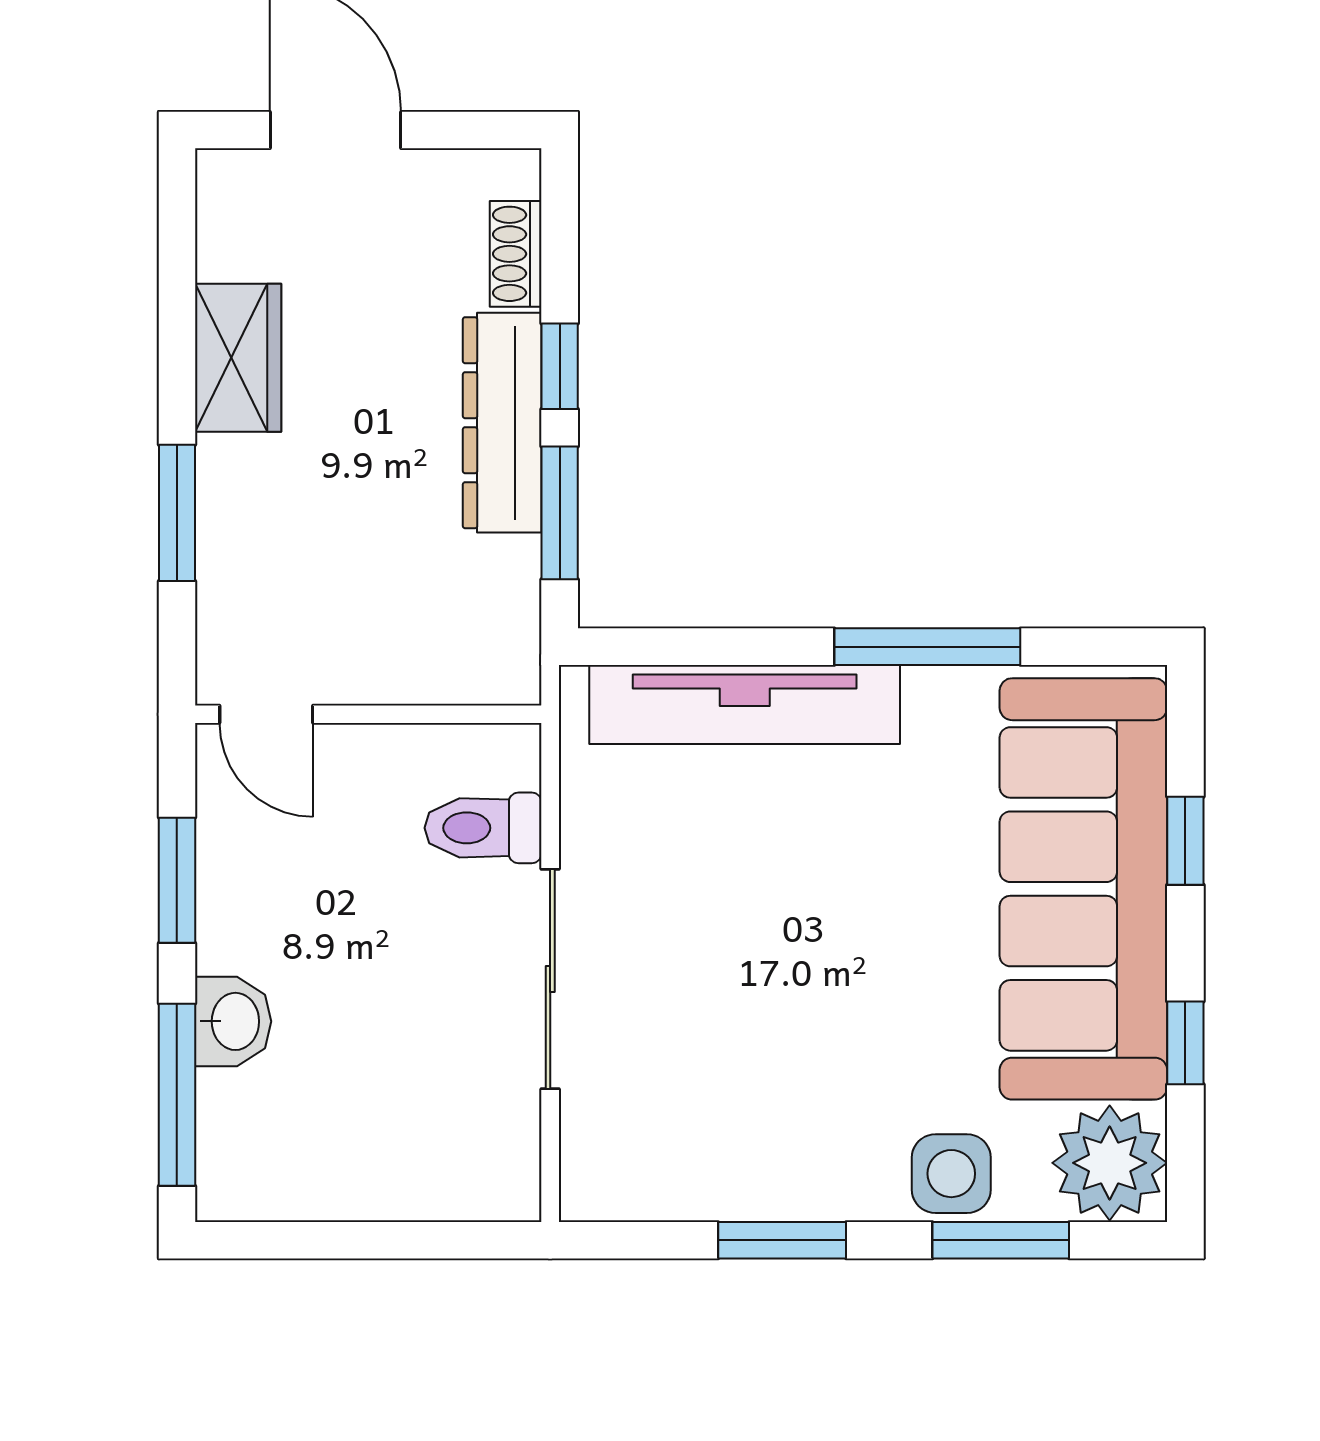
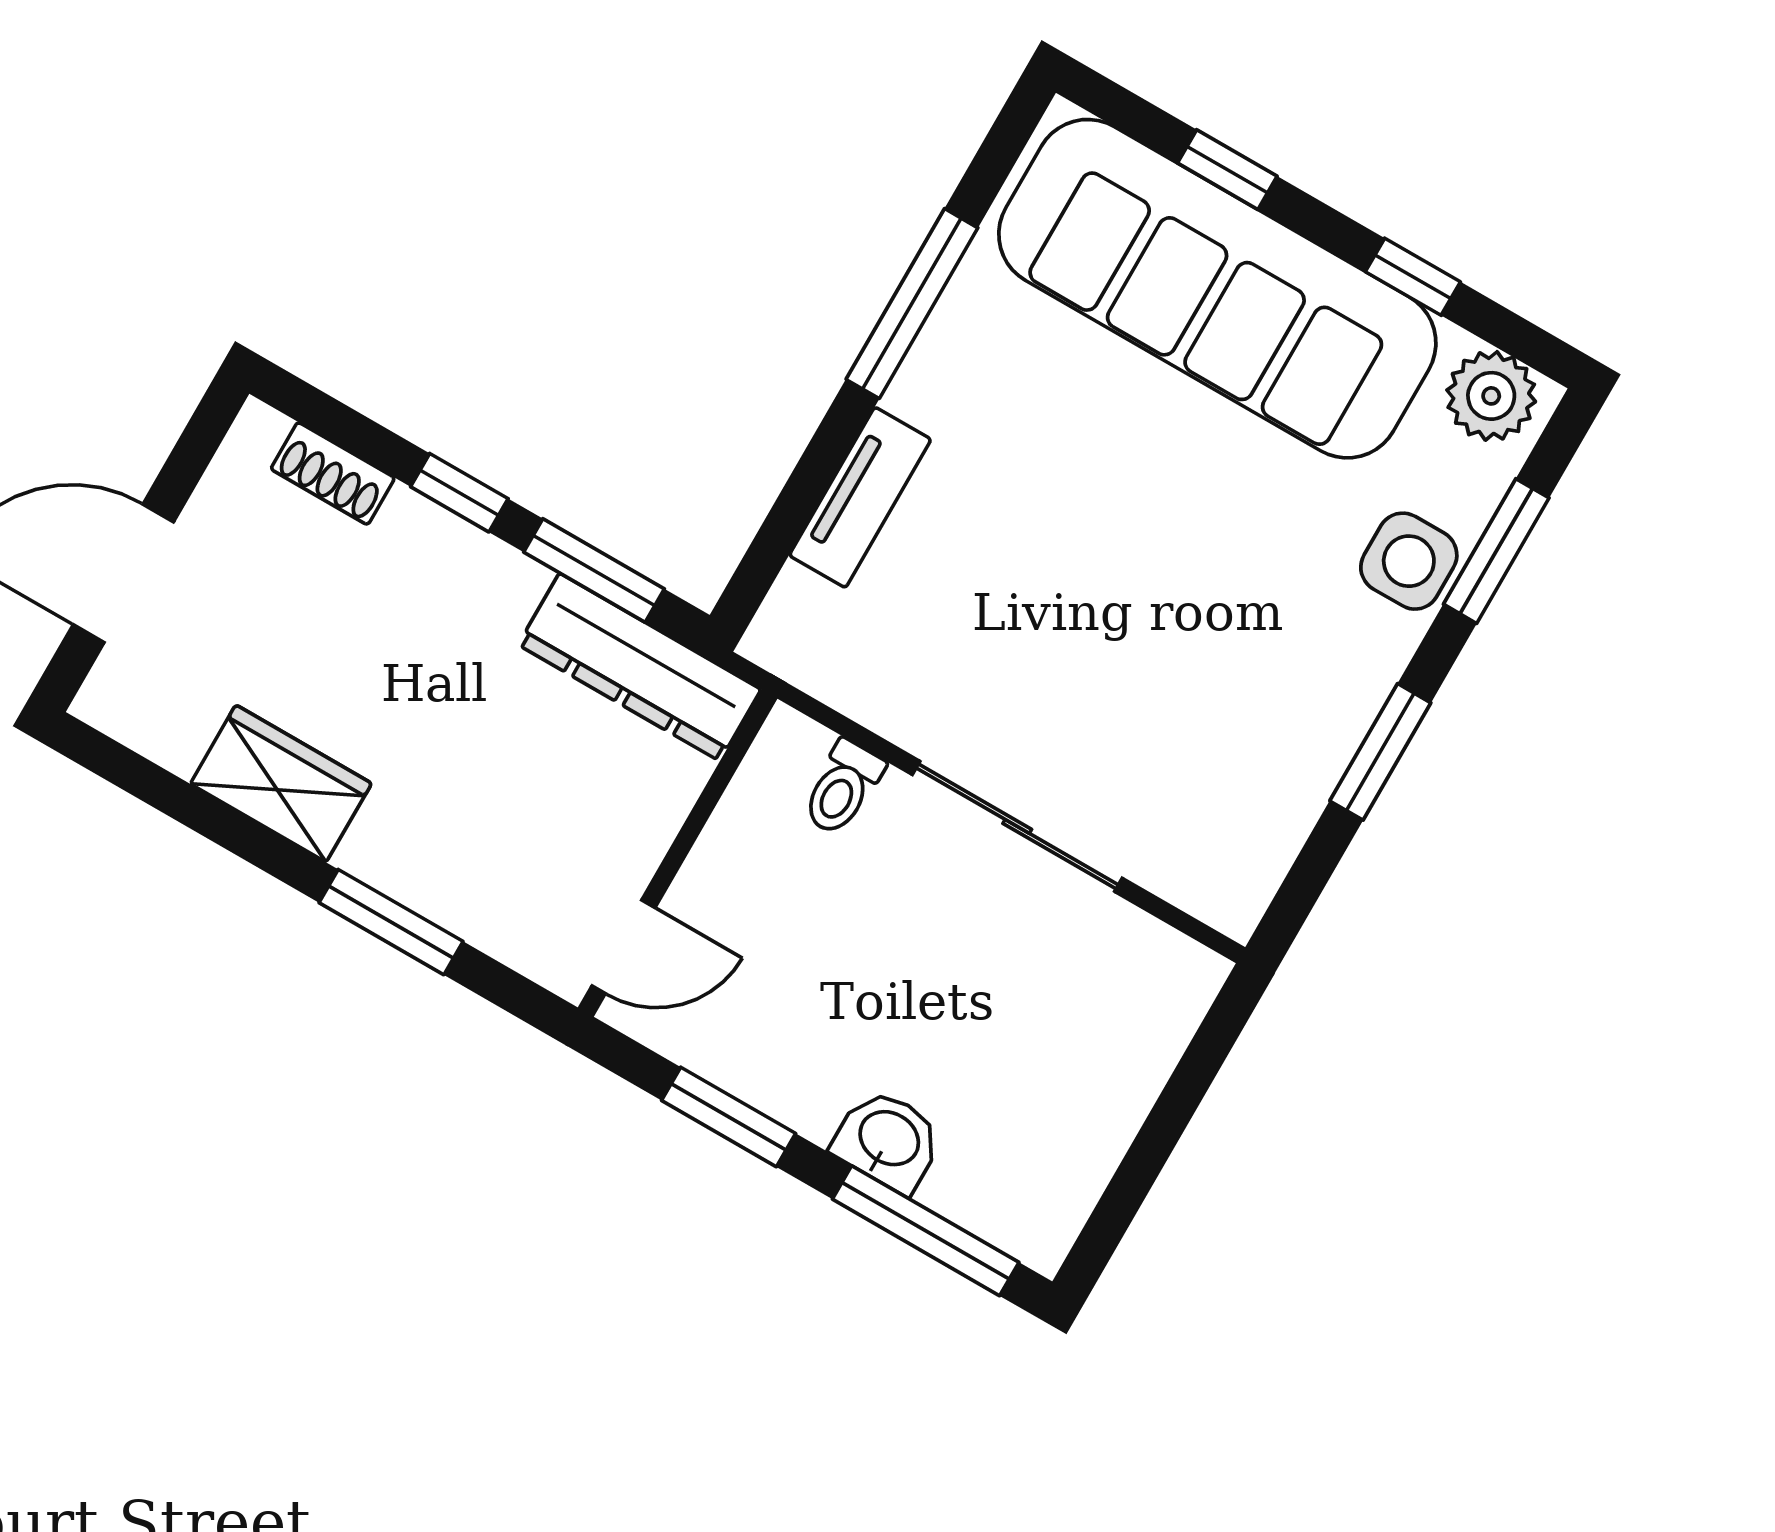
dresser: (502, 423) -> (639, 667), moved
tv unit: (745, 704) -> (860, 497), width x0.52, depth x0.78
toilet: (483, 828) -> (843, 788), width x0.73, depth x0.72
plant: (1110, 1163) -> (1491, 396), width x0.73, depth x0.73

